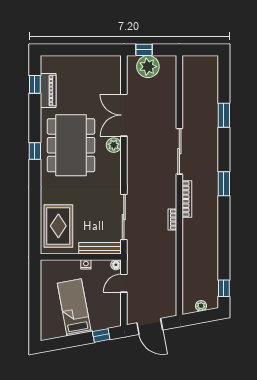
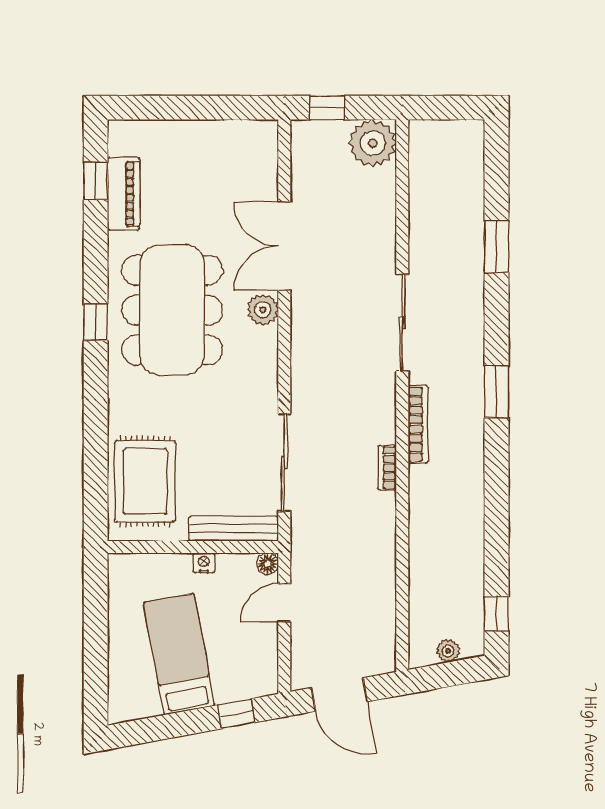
plant: (148, 67) -> (373, 143), moved

